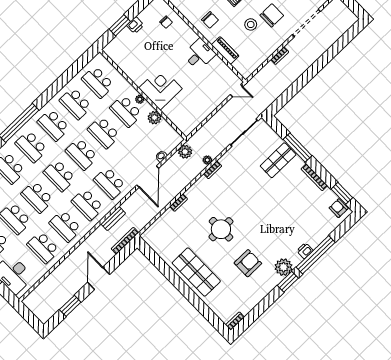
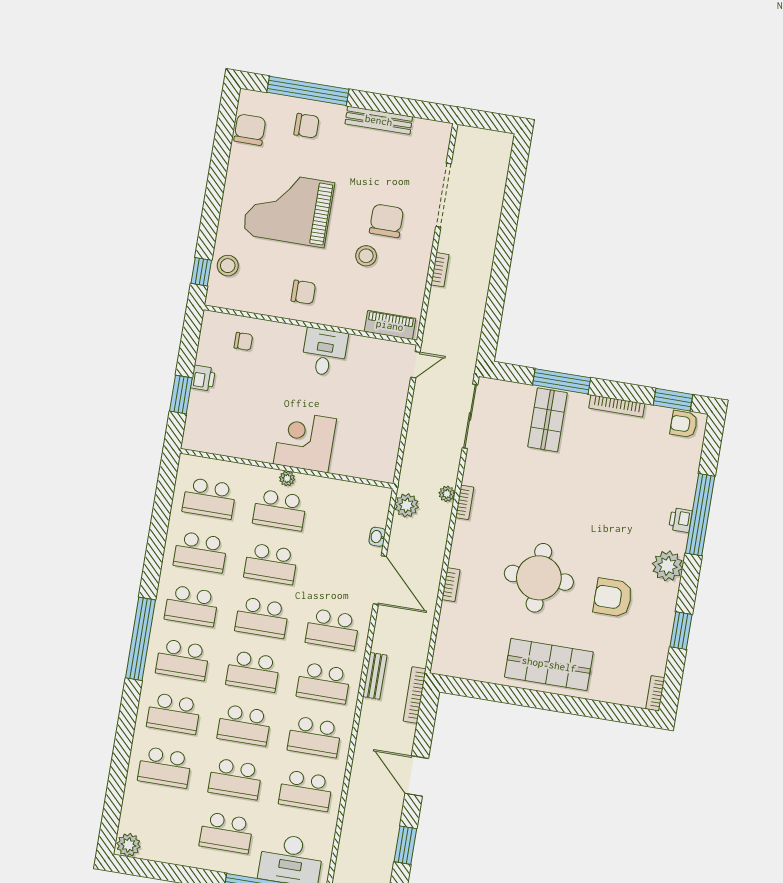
piano: (225, 50) -> (390, 325), moved
plant: (154, 118) -> (327, 489), removed
round table: (221, 229) -> (539, 578), width x1.36, depth x1.36
armchair: (248, 263) -> (613, 598), turned -90
window: (288, 282) -> (681, 631), moved

